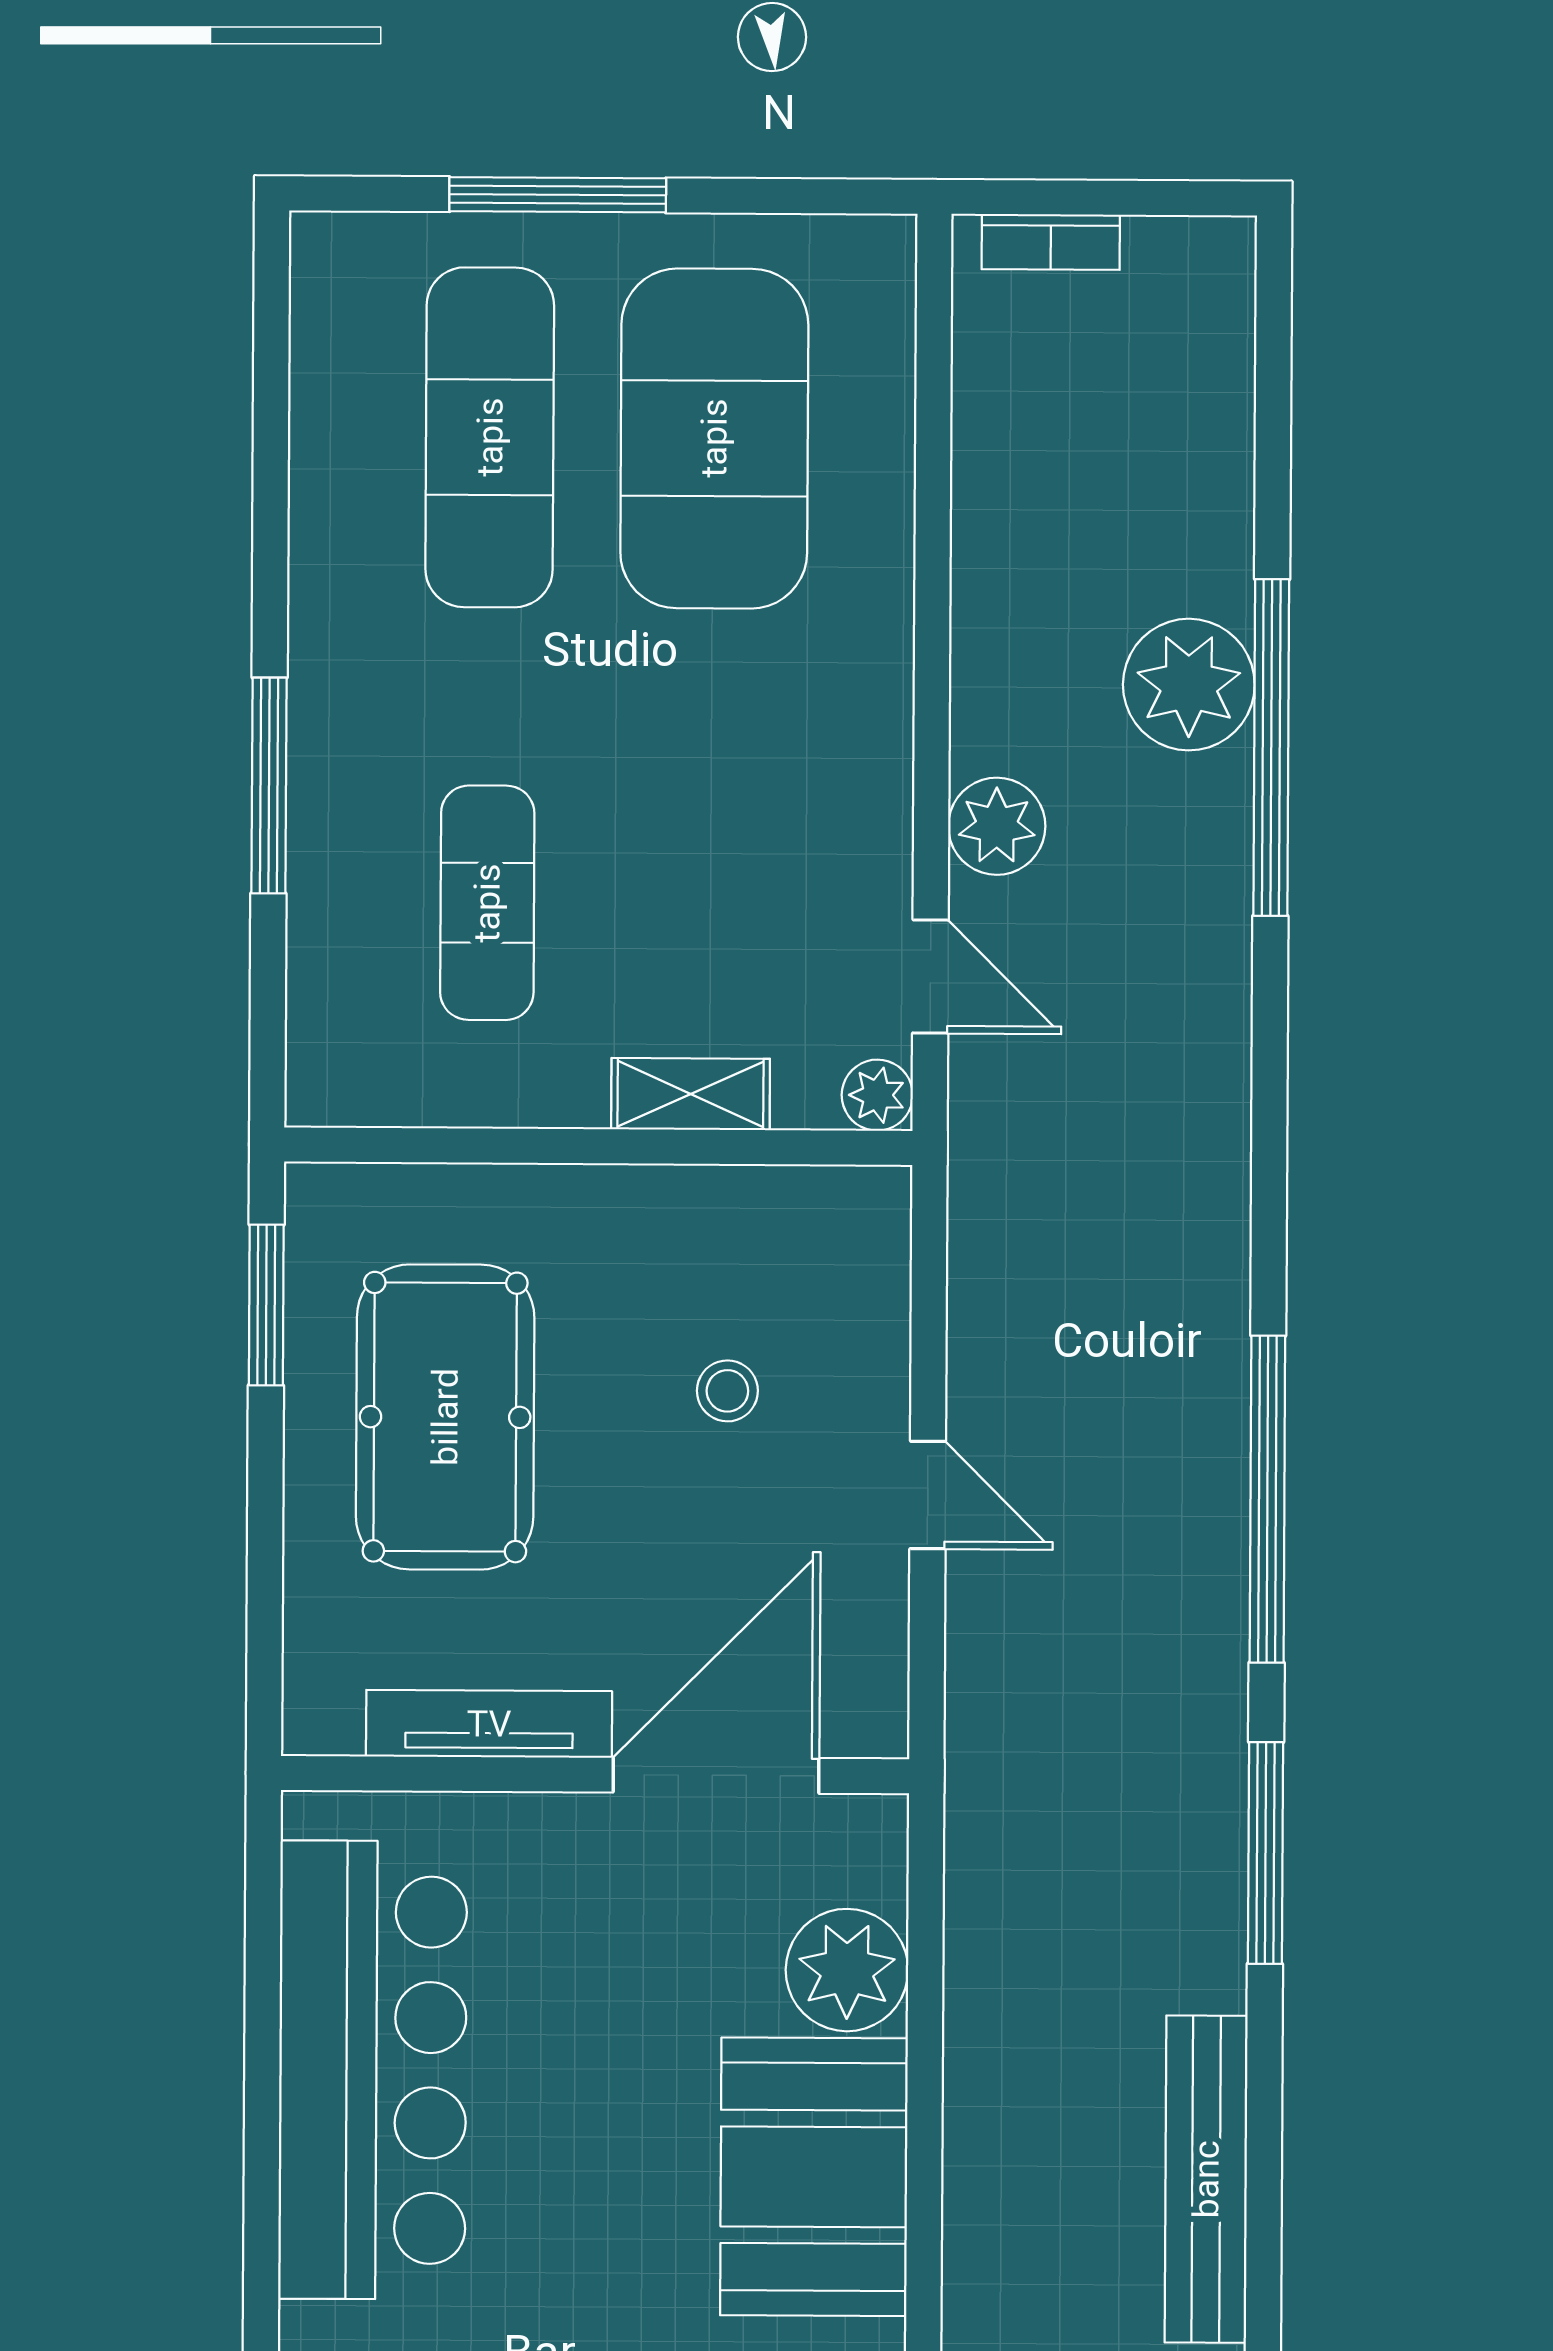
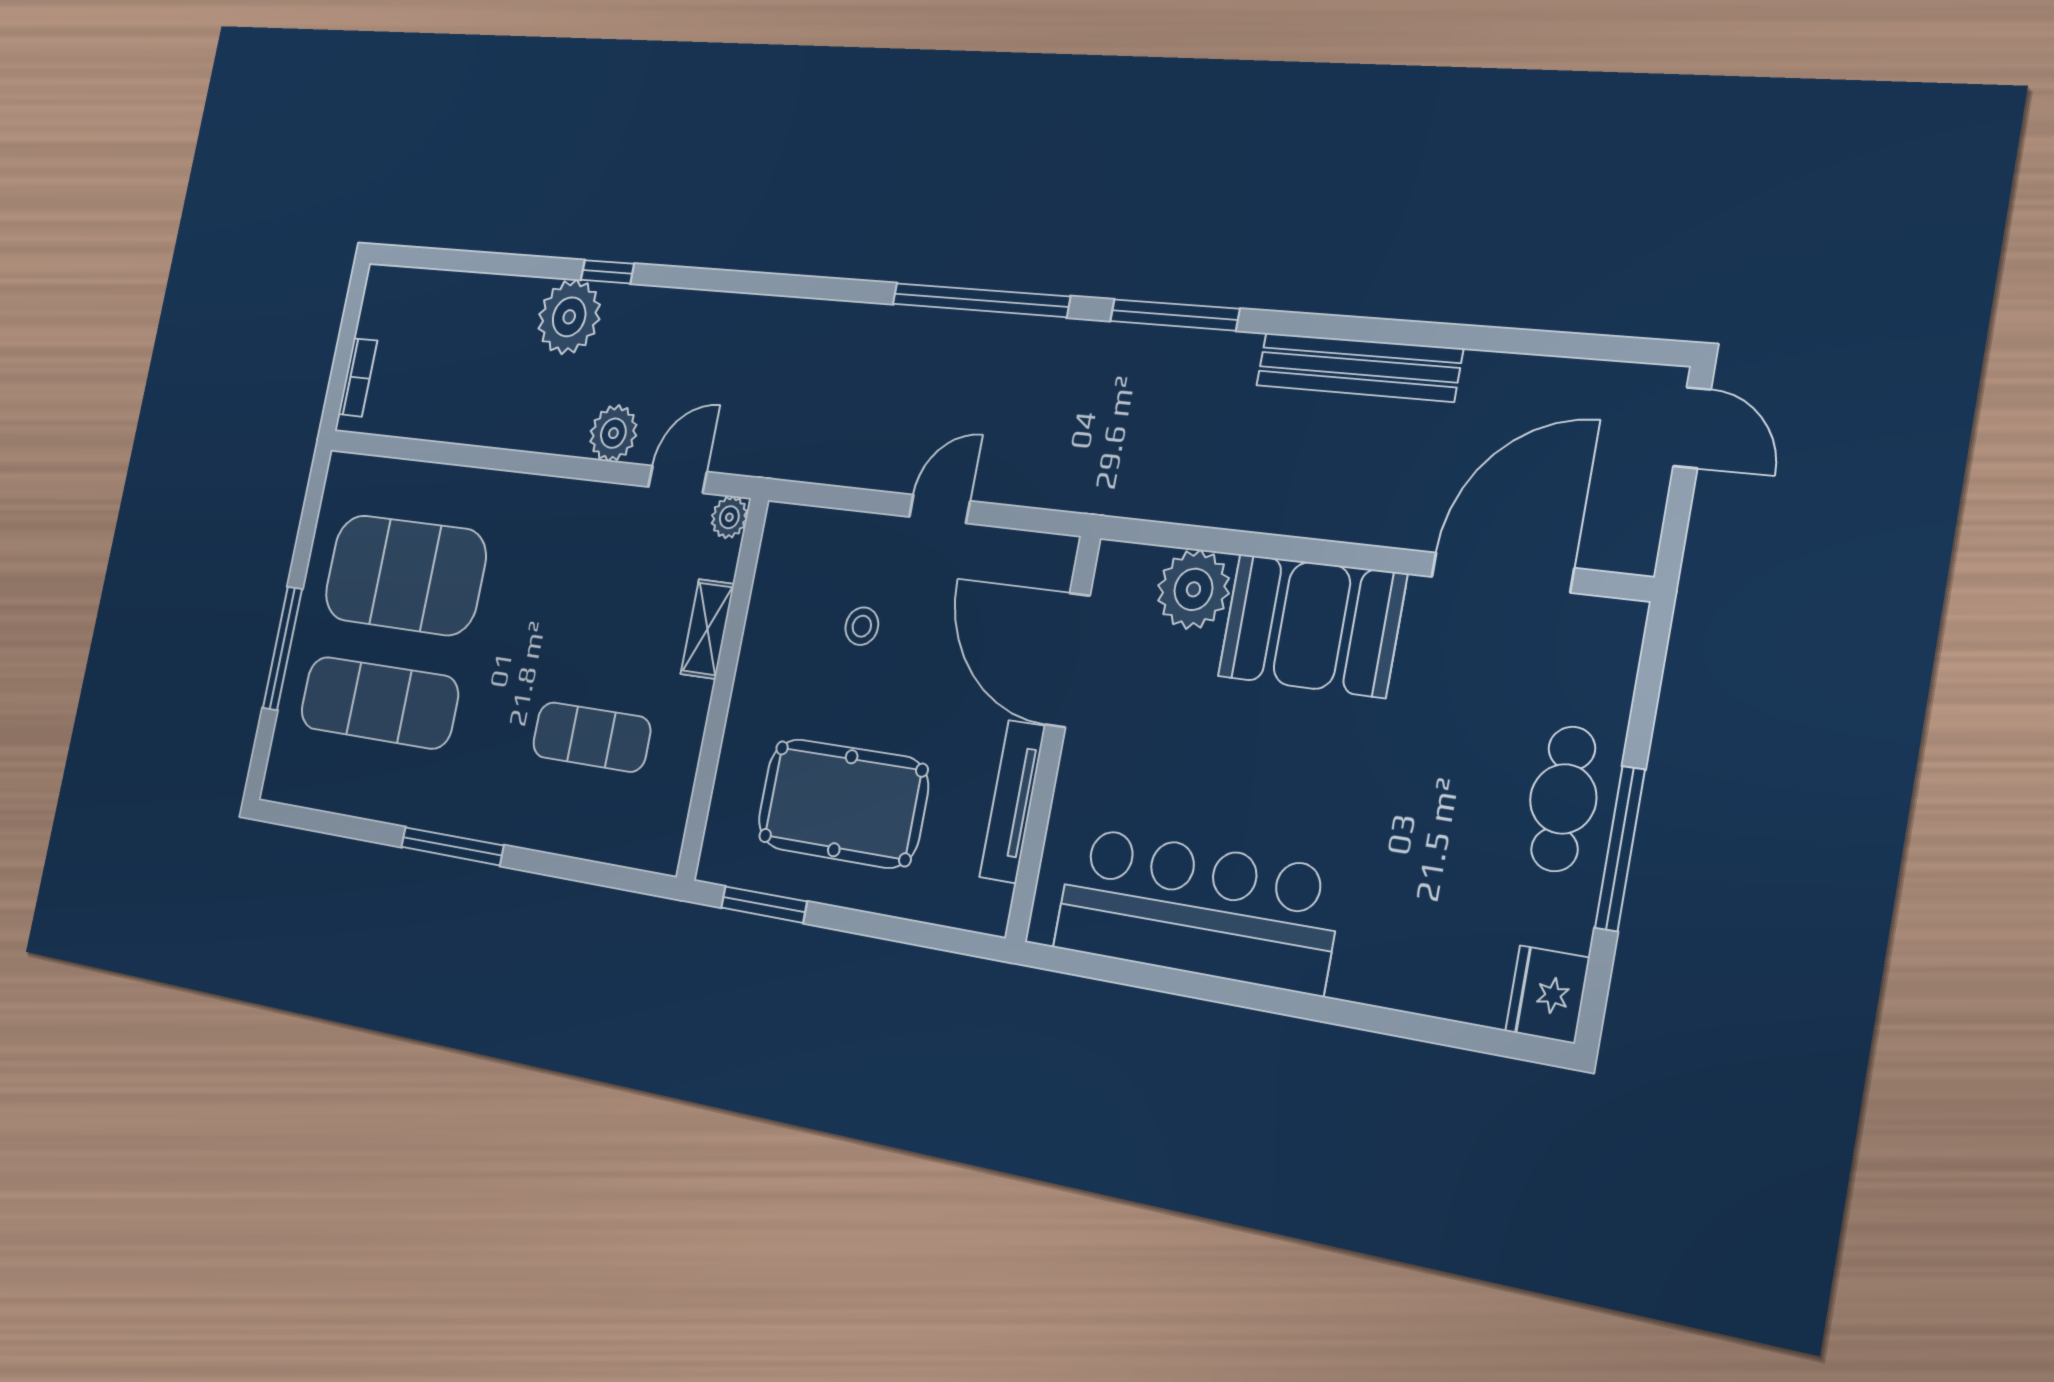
window: (1271, 747) -> (607, 272), width x0.32
window: (269, 785) -> (452, 846), moved

